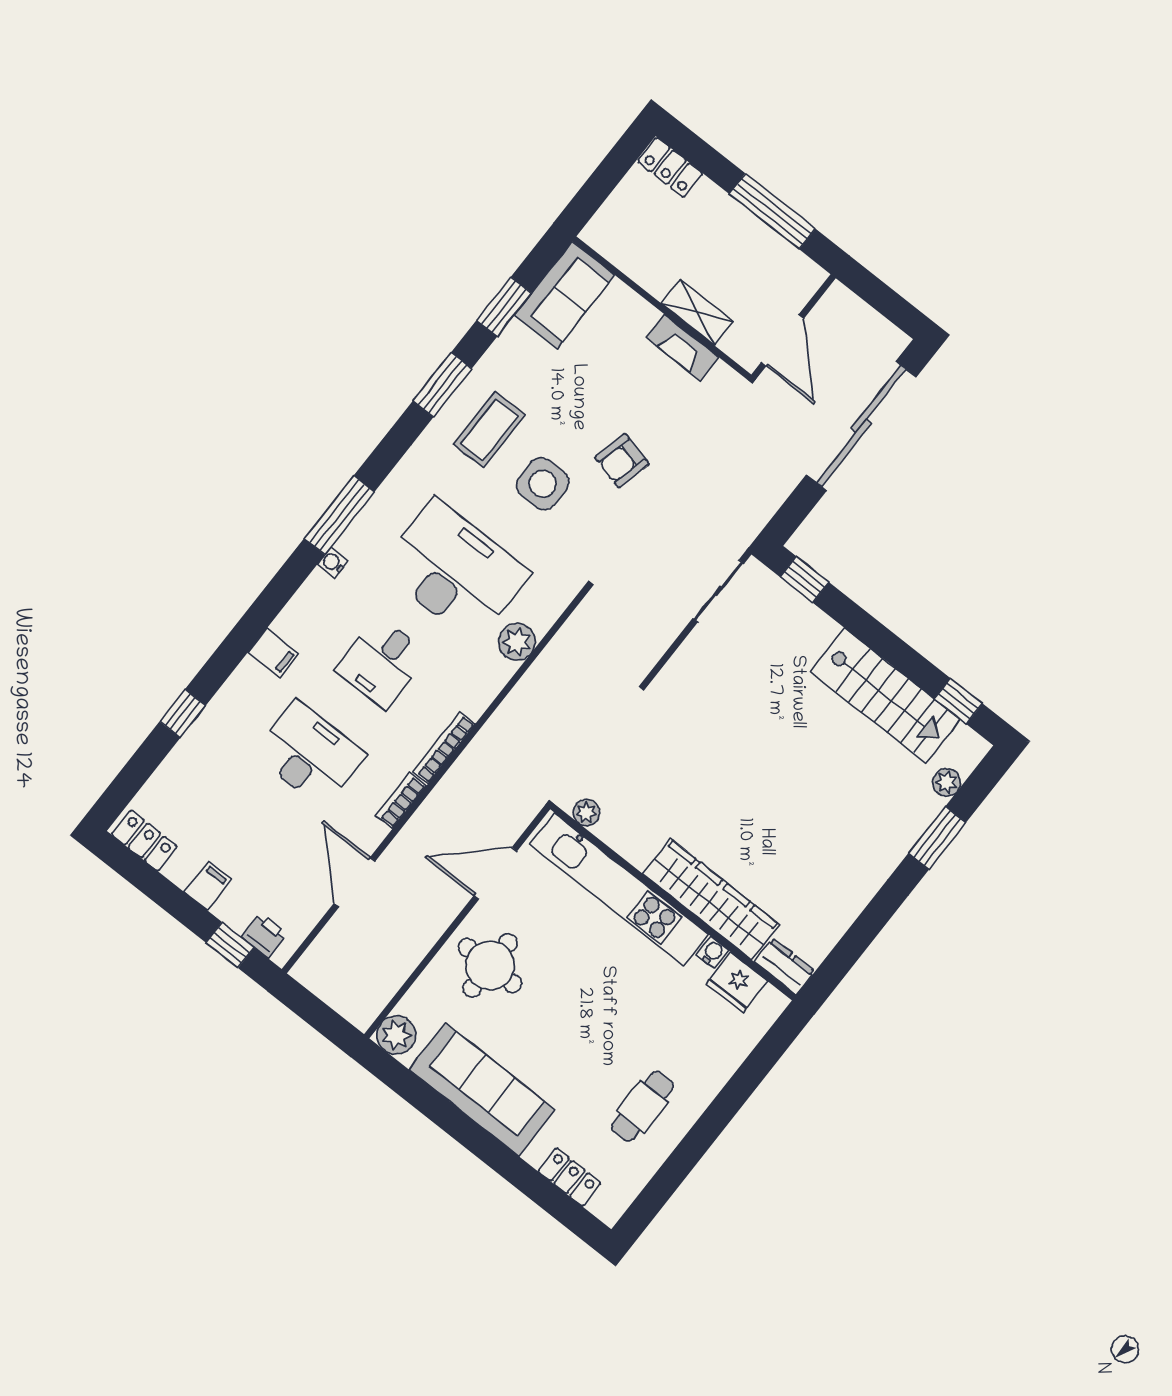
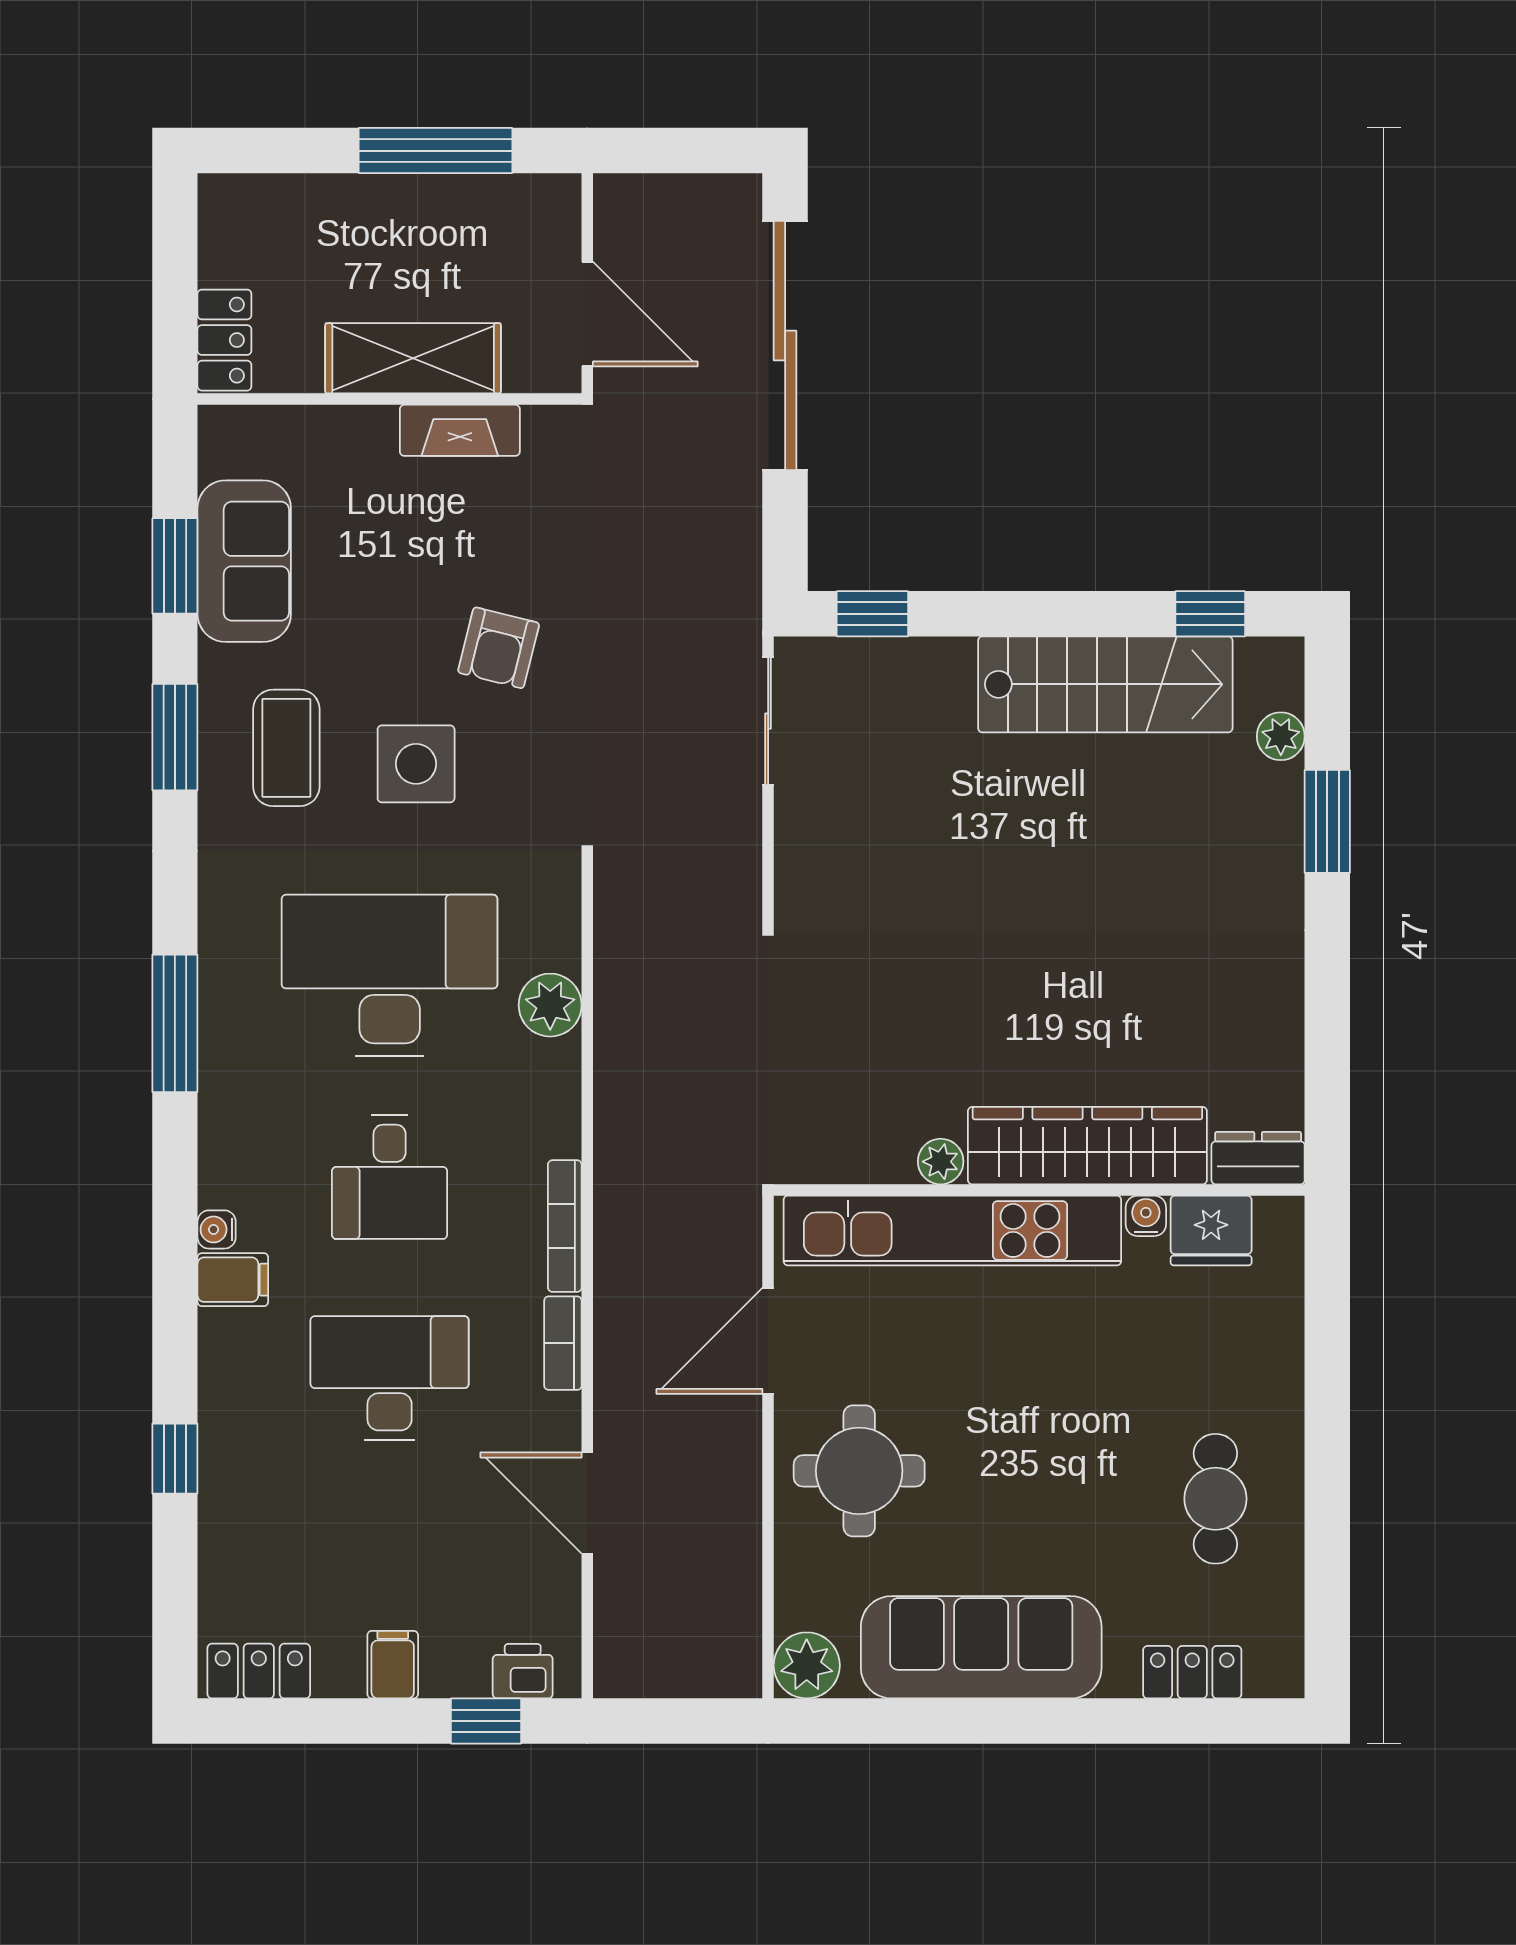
locker: (670, 167) -> (224, 340), moved, turned -90
sofa: (564, 295) -> (244, 561), moved
shelving: (697, 312) -> (413, 358), width x1.50, depth x1.33
water cooler: (333, 563) -> (217, 1229), moved
plant: (586, 813) -> (941, 1162), moved

